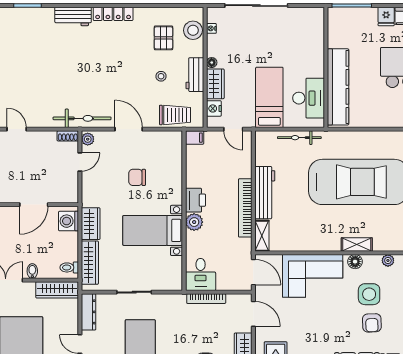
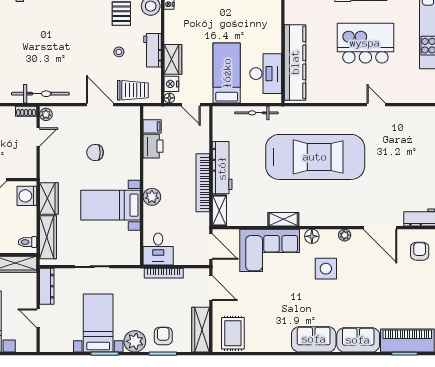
floor lamp: (212, 63) -> (169, 98), moved
door: (129, 129) -> (100, 105), moved
filing cabinet: (195, 138) -> (152, 126), moved
printer: (195, 200) -> (153, 146), moved
shelving: (357, 245) -> (283, 219), moved
armchair: (372, 323) -> (329, 297), removed

